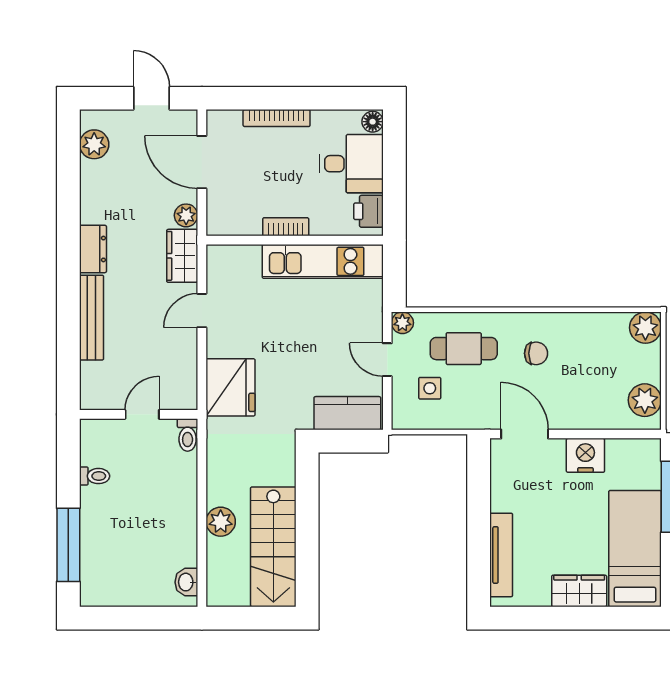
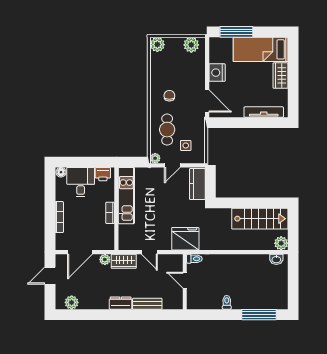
bench: (92, 318) -> (147, 304), width x0.73
wall: (139, 414) -> (185, 282), moved
door: (142, 414) -> (185, 280), moved
door: (525, 434) -> (207, 101), swing flipped
toilet: (188, 435) -> (194, 259), moved
plant: (221, 522) -> (281, 243), moved

